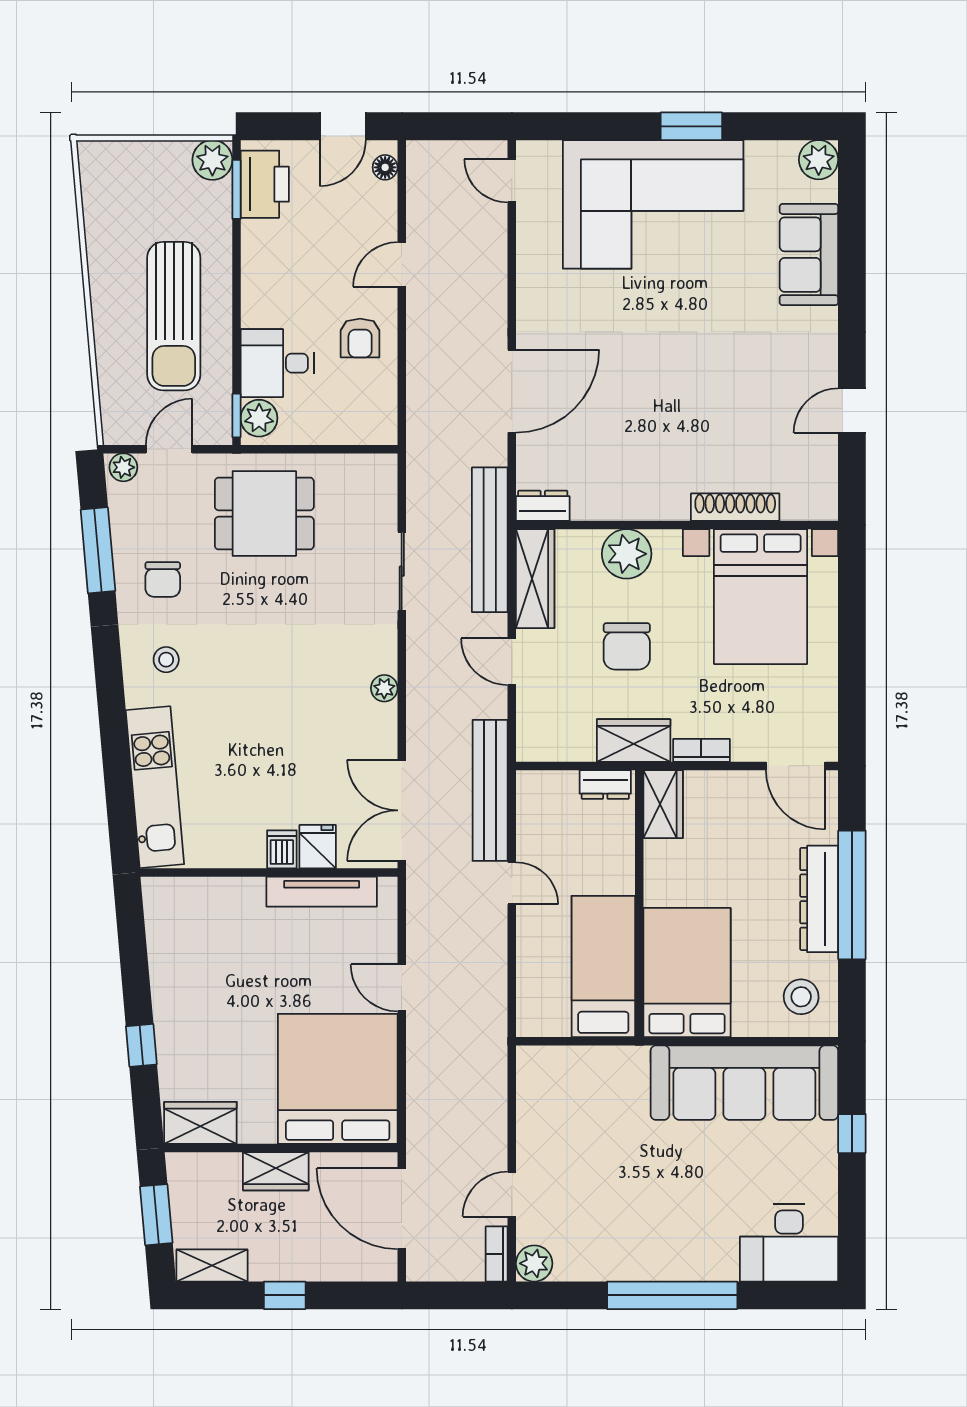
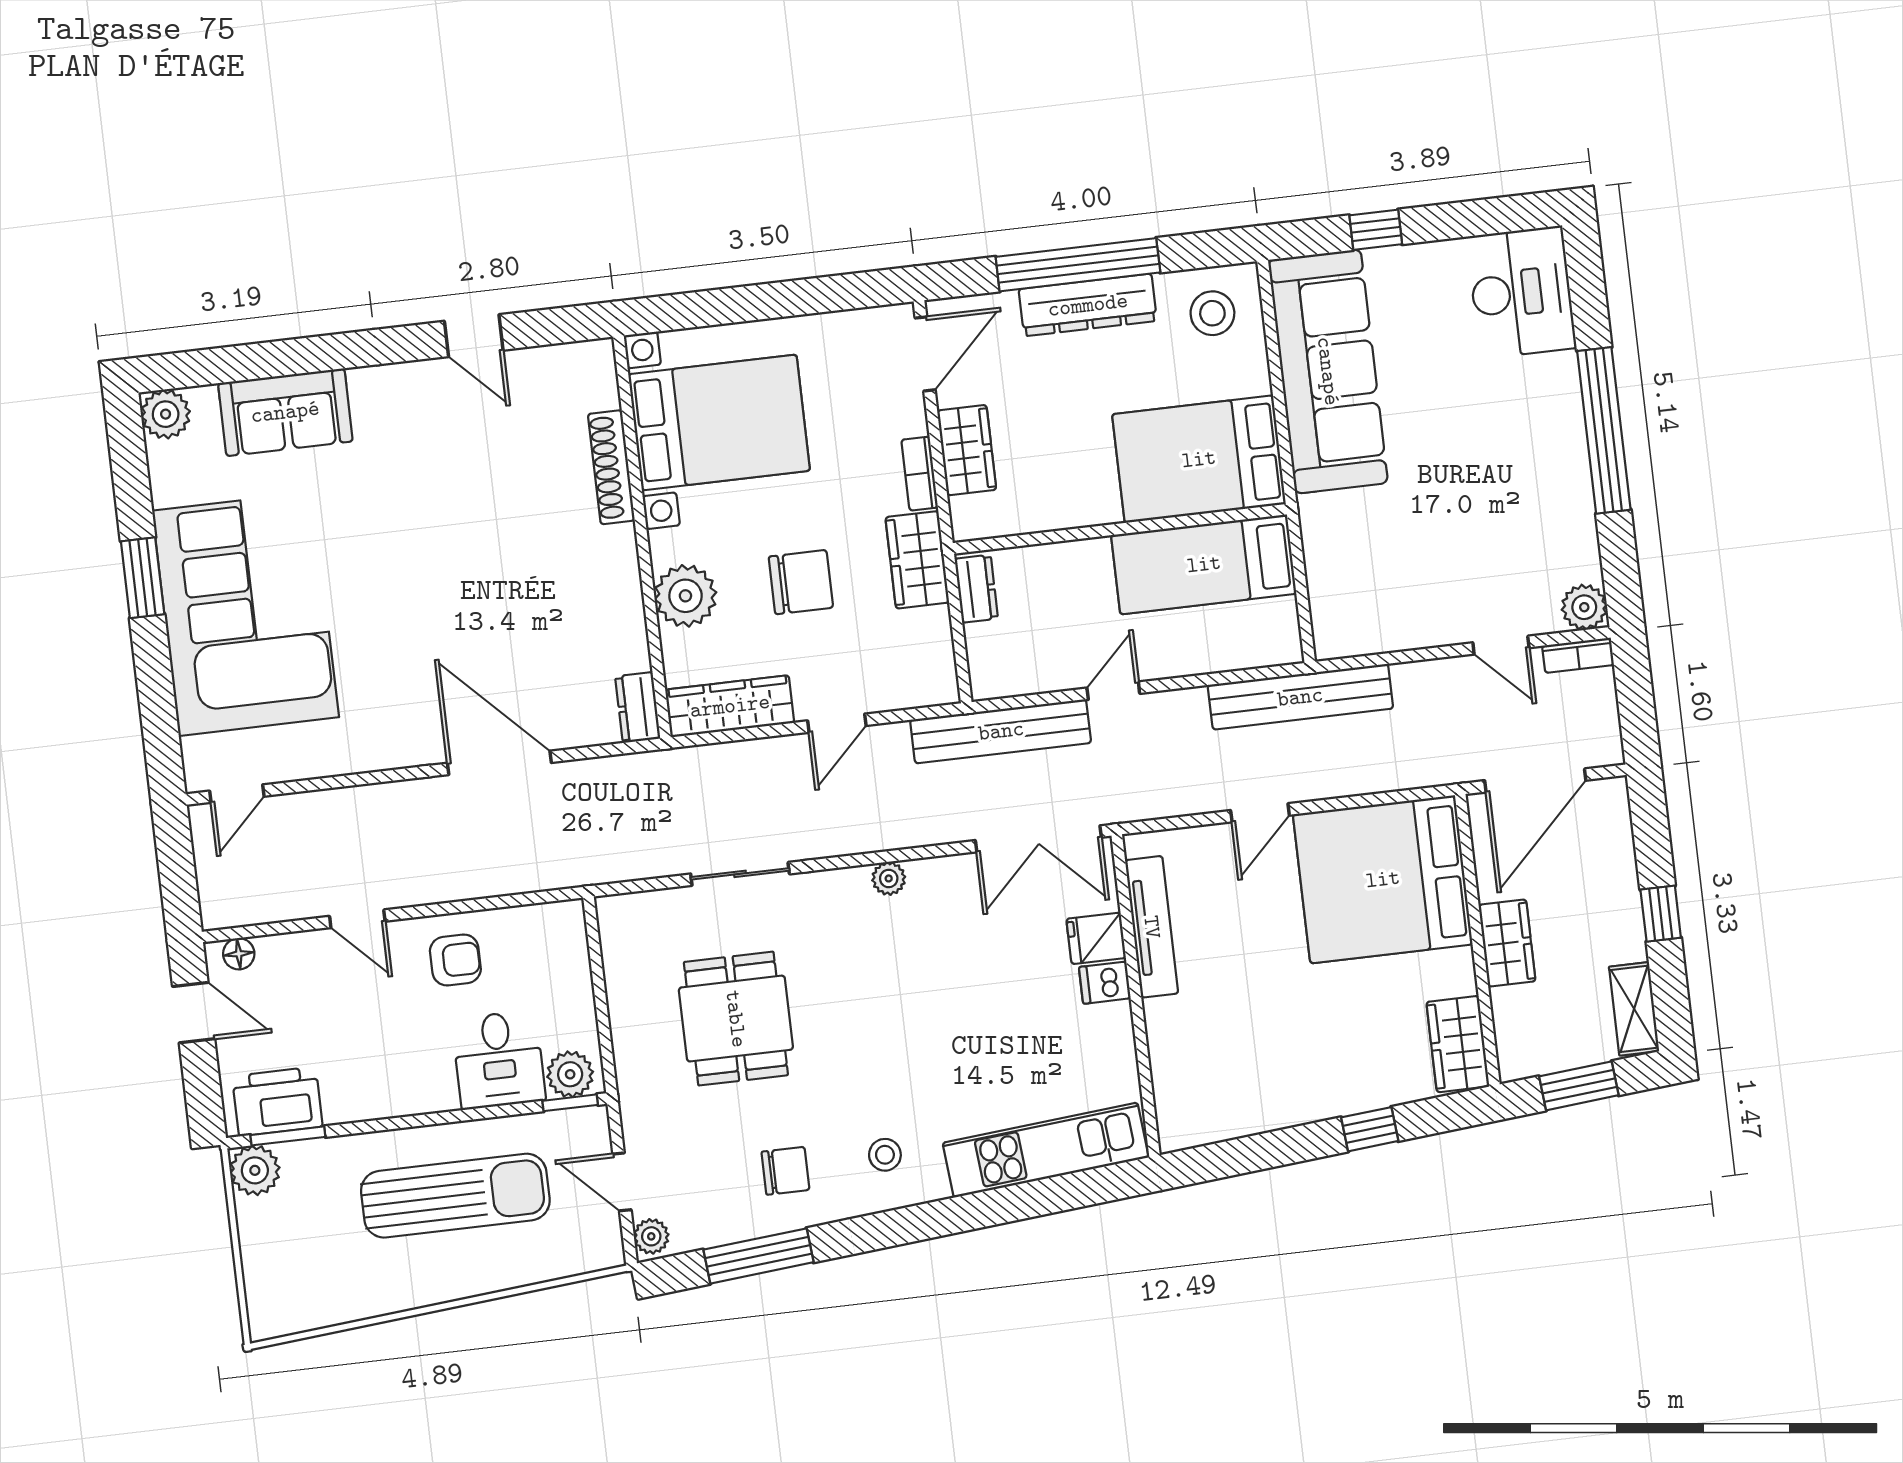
dining table: (264, 514) -> (736, 1019), moved
bench: (490, 540) -> (1300, 697), moved
wardrobe: (663, 804) -> (967, 450), moved, turned 90

